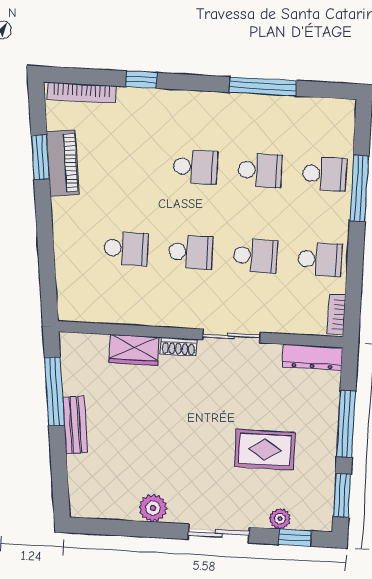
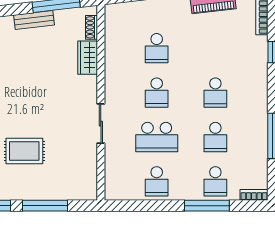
school desk: (255, 256) -> (157, 137), width x1.85
bookcase: (336, 314) -> (254, 195), moved
shoe rack: (178, 347) -> (91, 27), moved
dresser: (313, 357) -> (89, 180), removed
rug: (265, 449) -> (24, 151), turned 90

